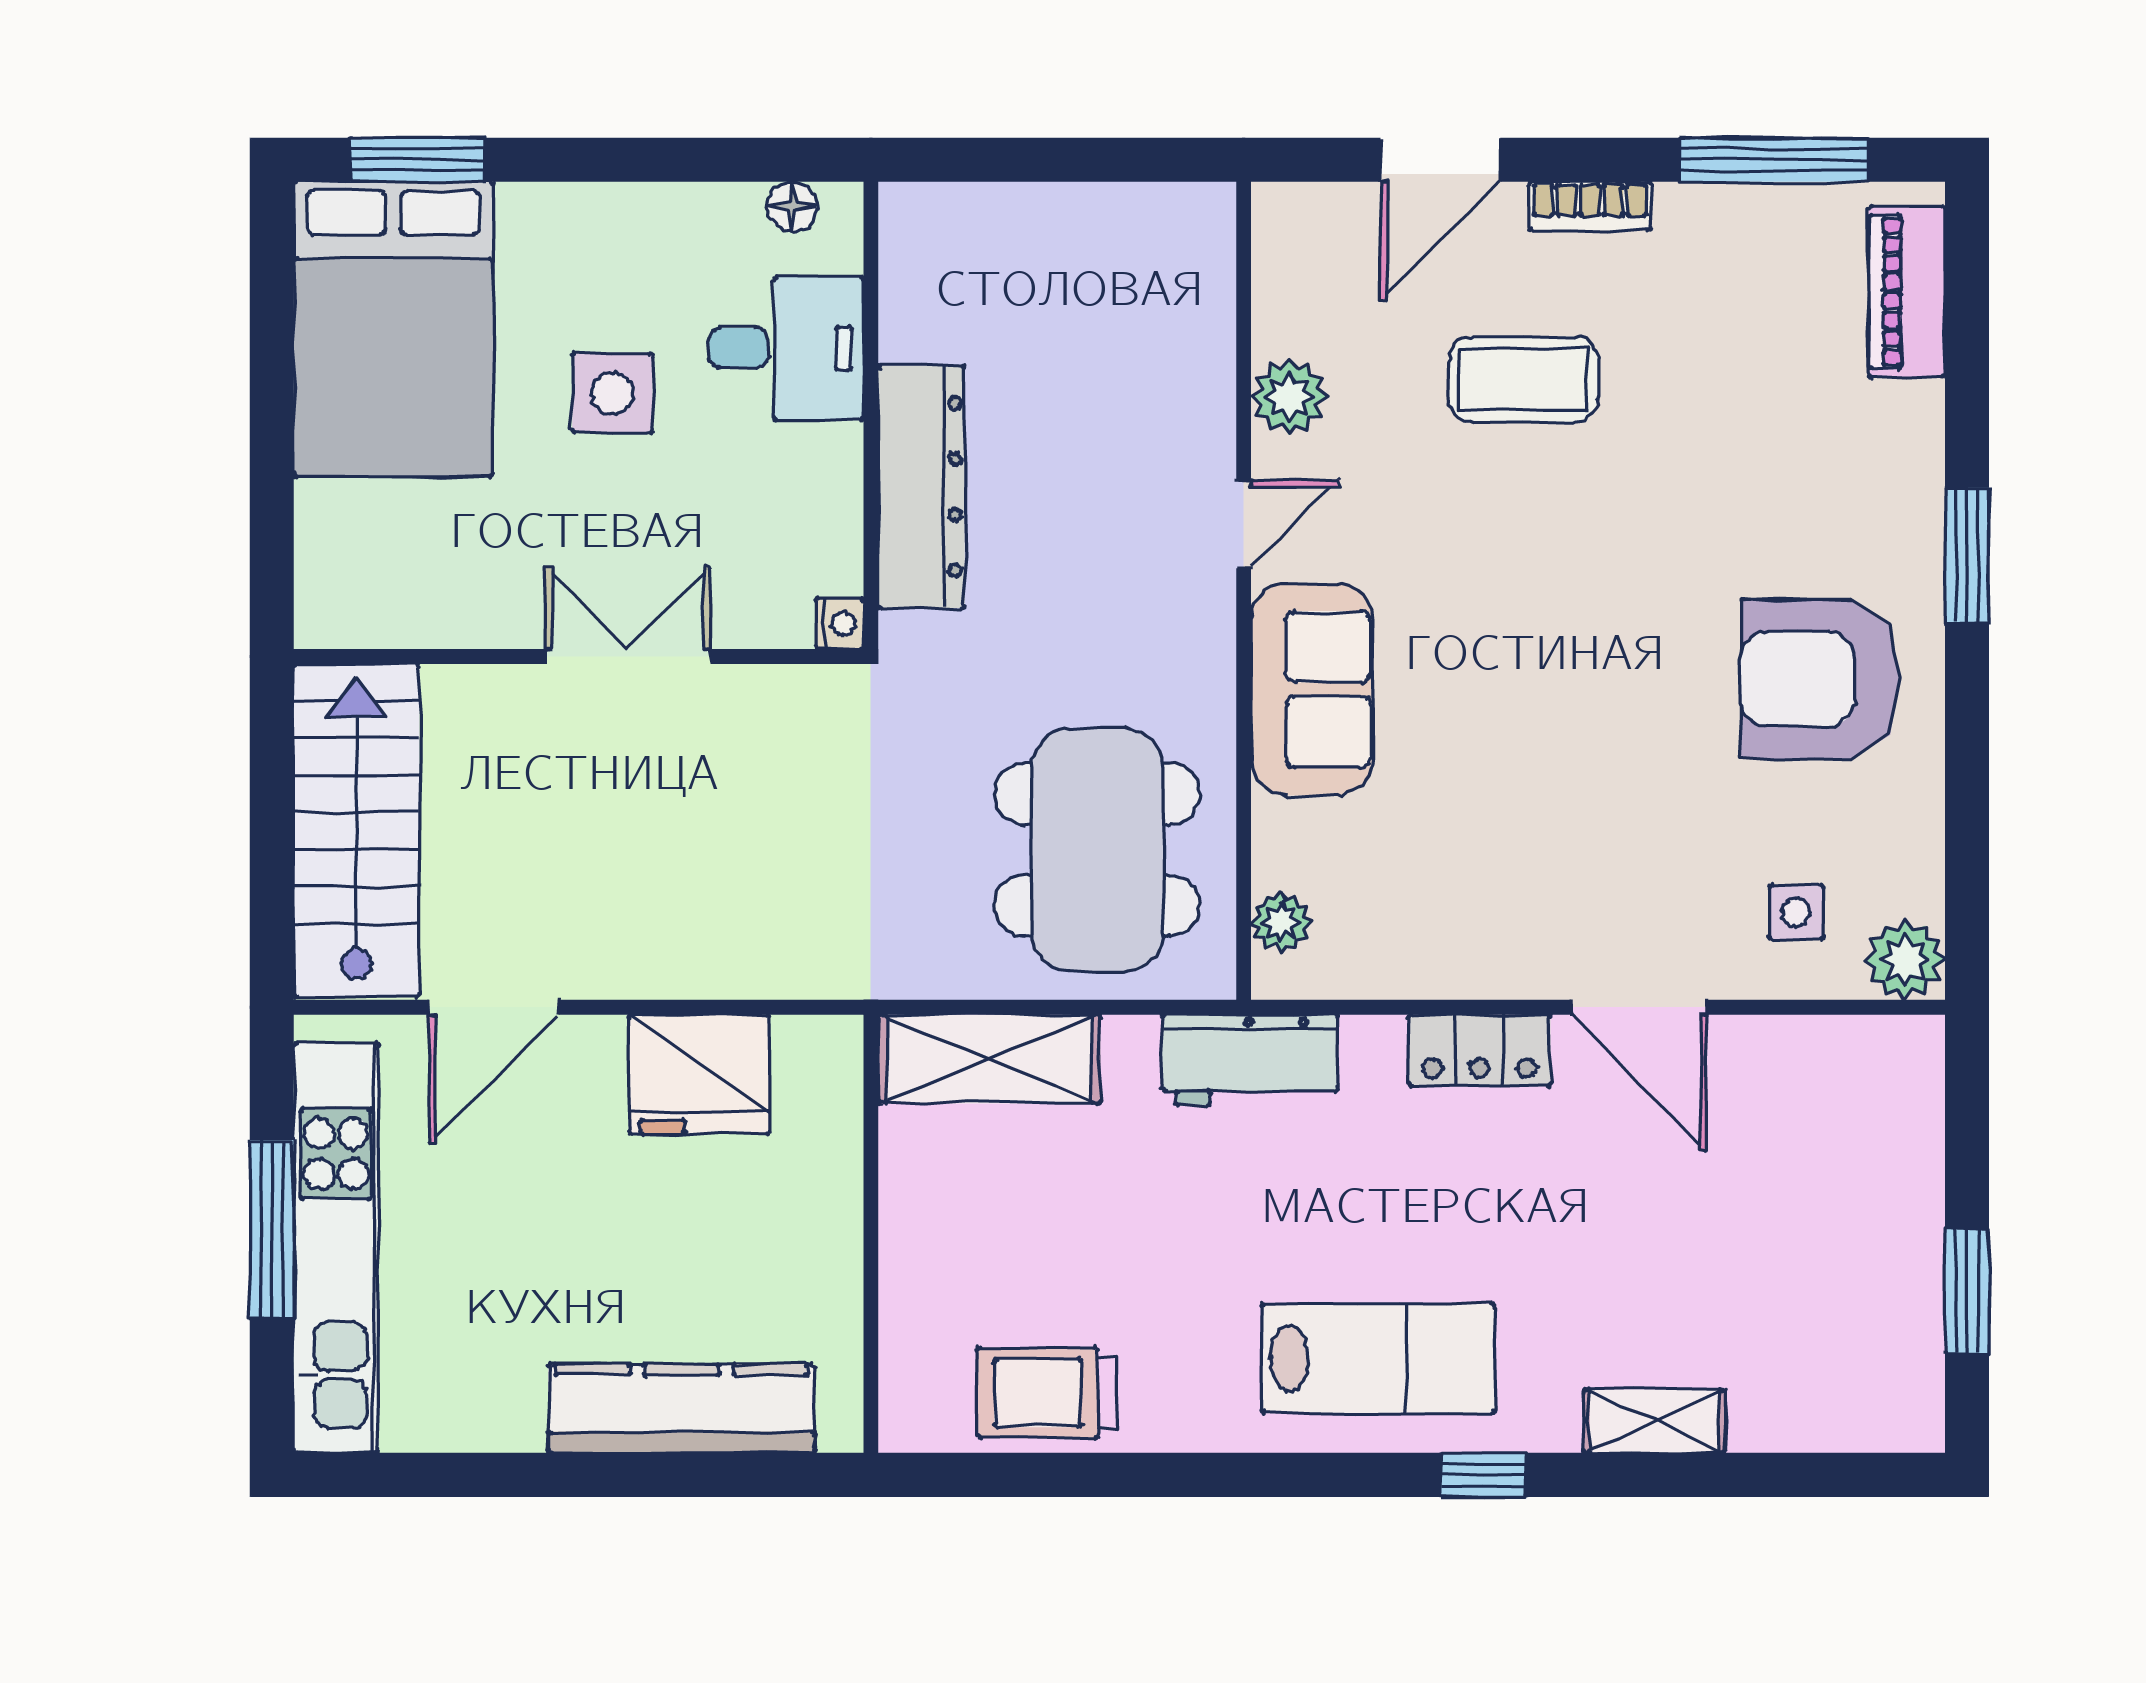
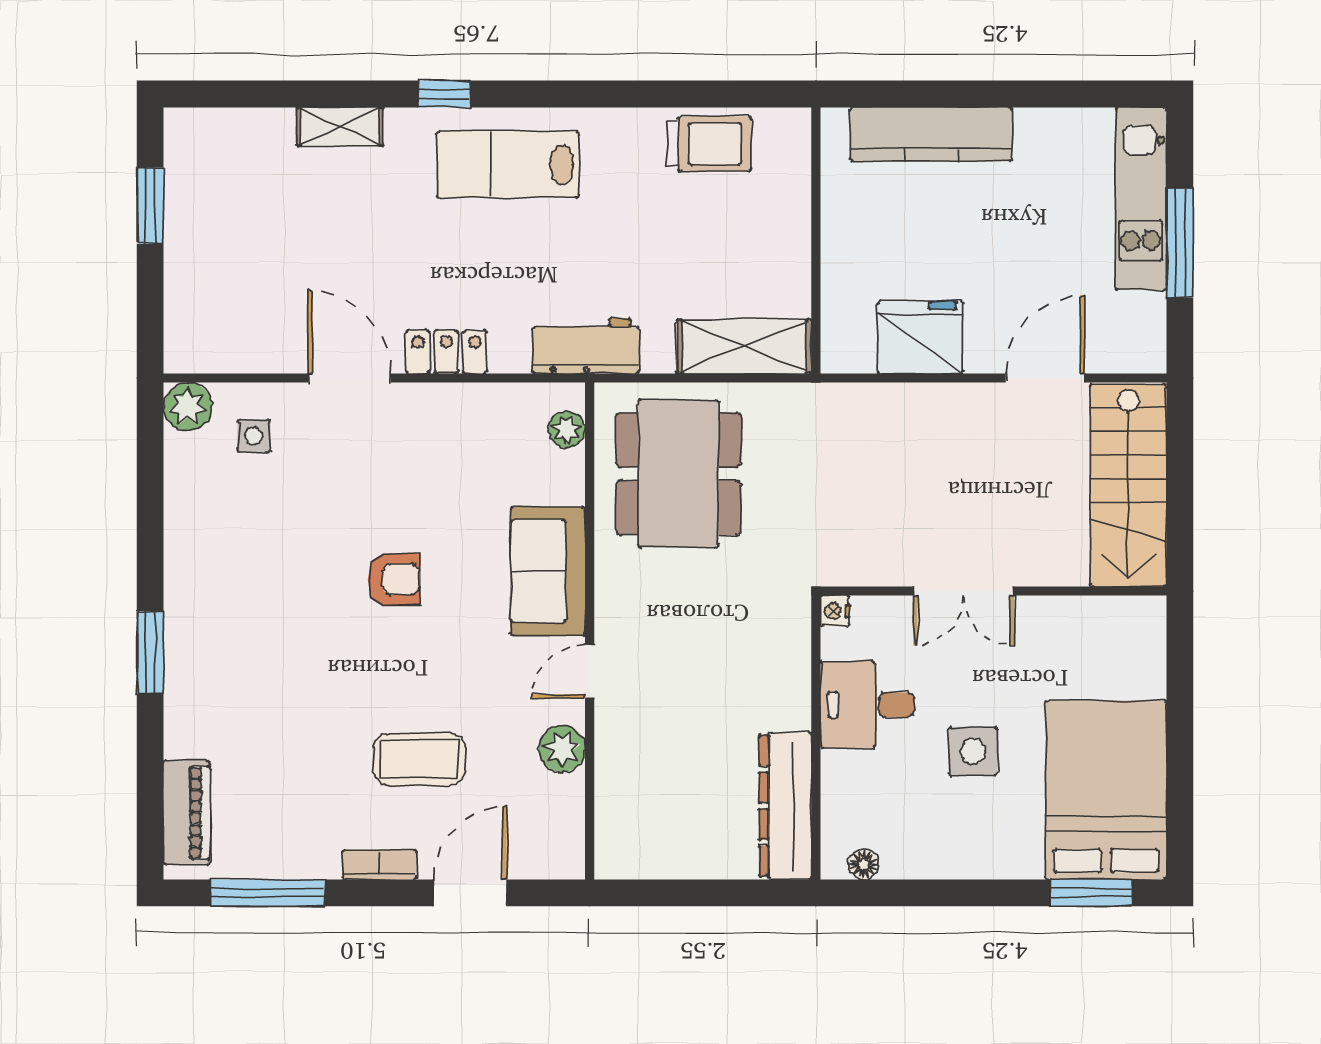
desk: (786, 348) -> (867, 705), moved
dresser: (921, 487) -> (785, 806), moved
armchair: (1820, 679) -> (394, 579), moved, width x0.53, depth x0.53
kitchen unit: (336, 1248) -> (1141, 199), width x0.73

